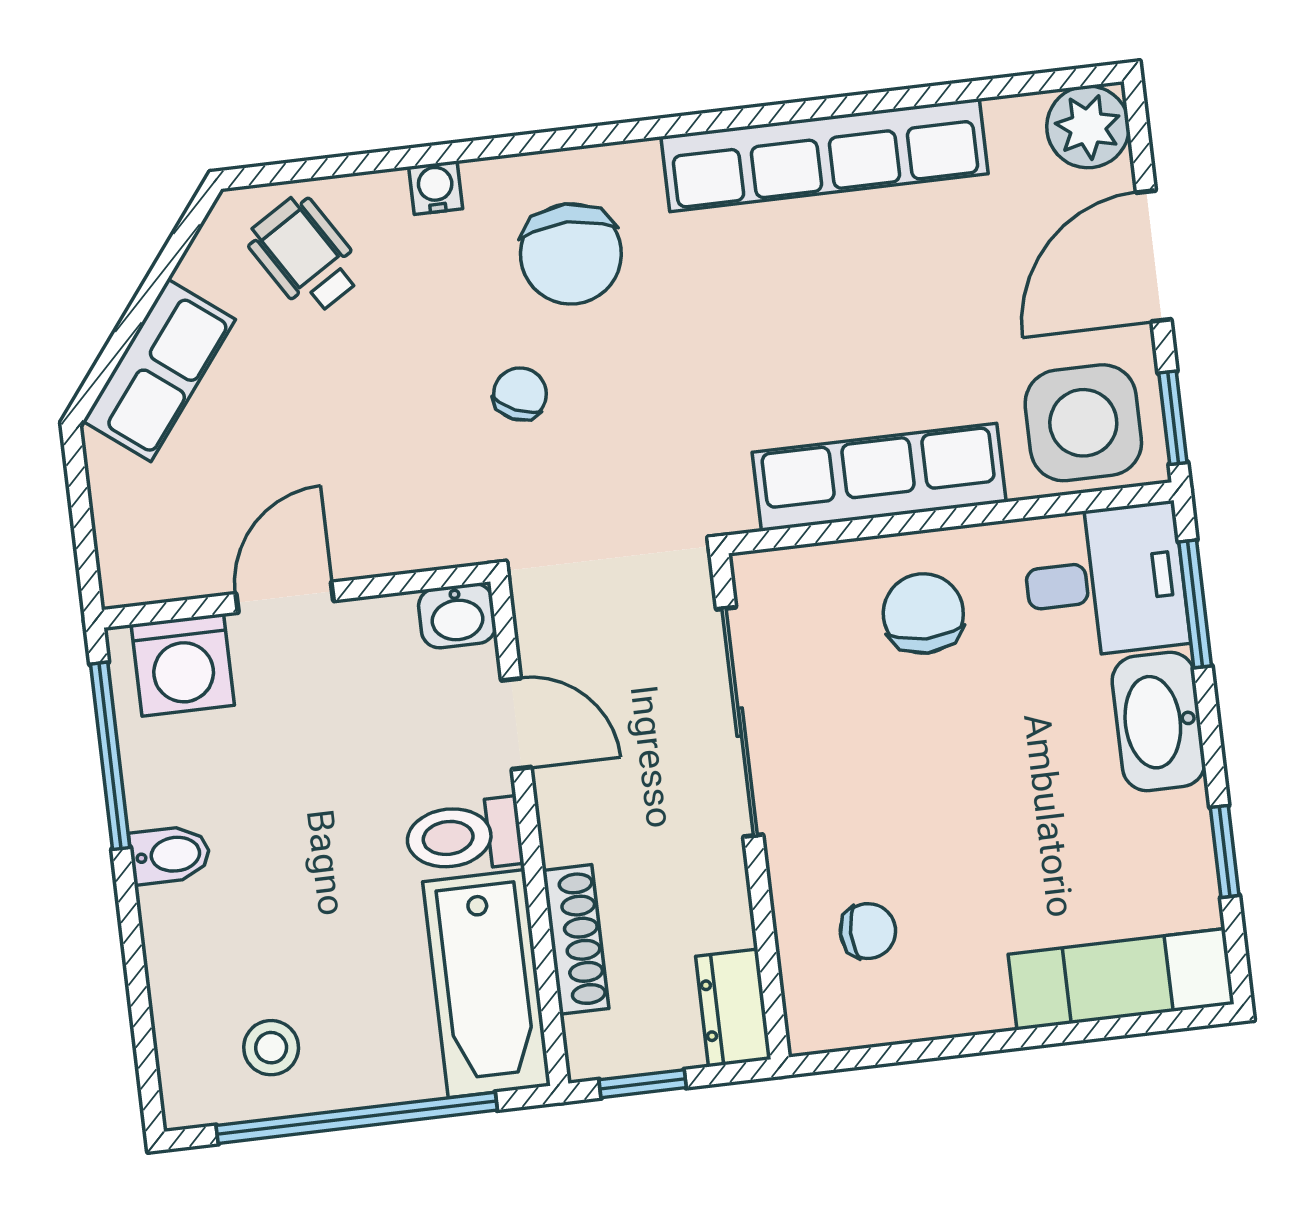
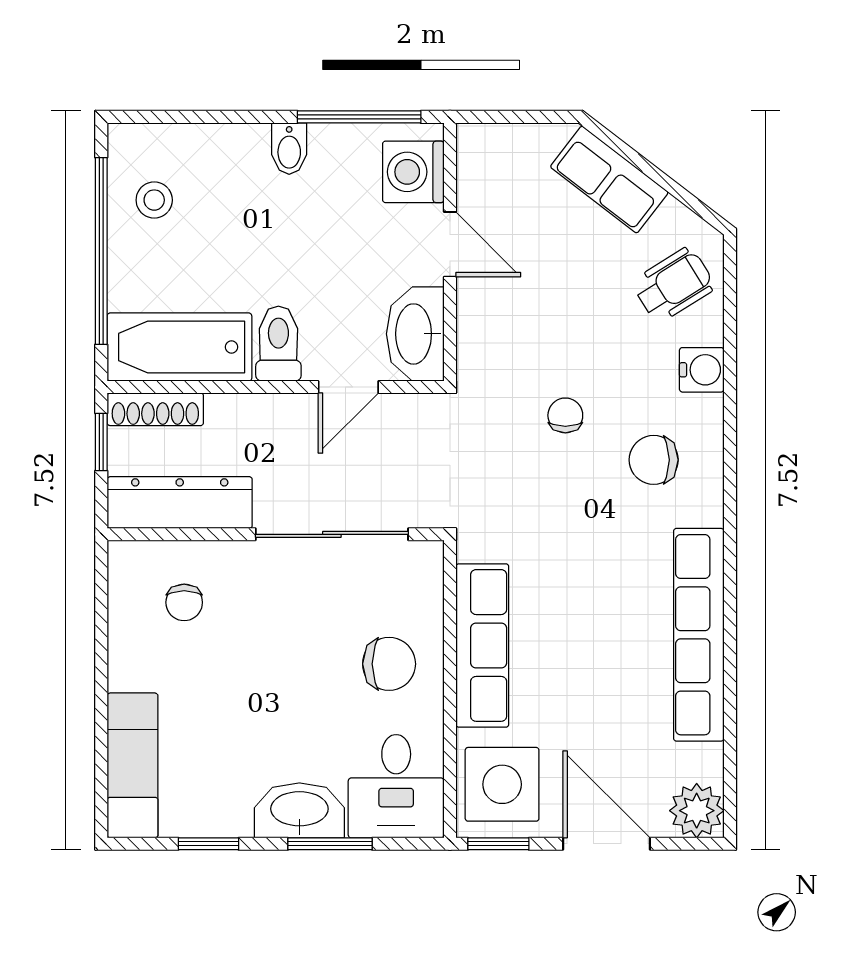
water cooler: (436, 188) -> (702, 370), width x1.38, depth x1.38
chair: (571, 254) -> (654, 460), width x0.73, depth x0.73
chair: (520, 394) -> (565, 415), turned -114
window: (1195, 604) -> (330, 844), moved
washbasin: (457, 616) -> (415, 334), width x1.91, depth x1.45
shoe rack: (576, 939) -> (155, 409), moved
dresser: (733, 1008) -> (180, 503), width x1.96, depth x1.24

